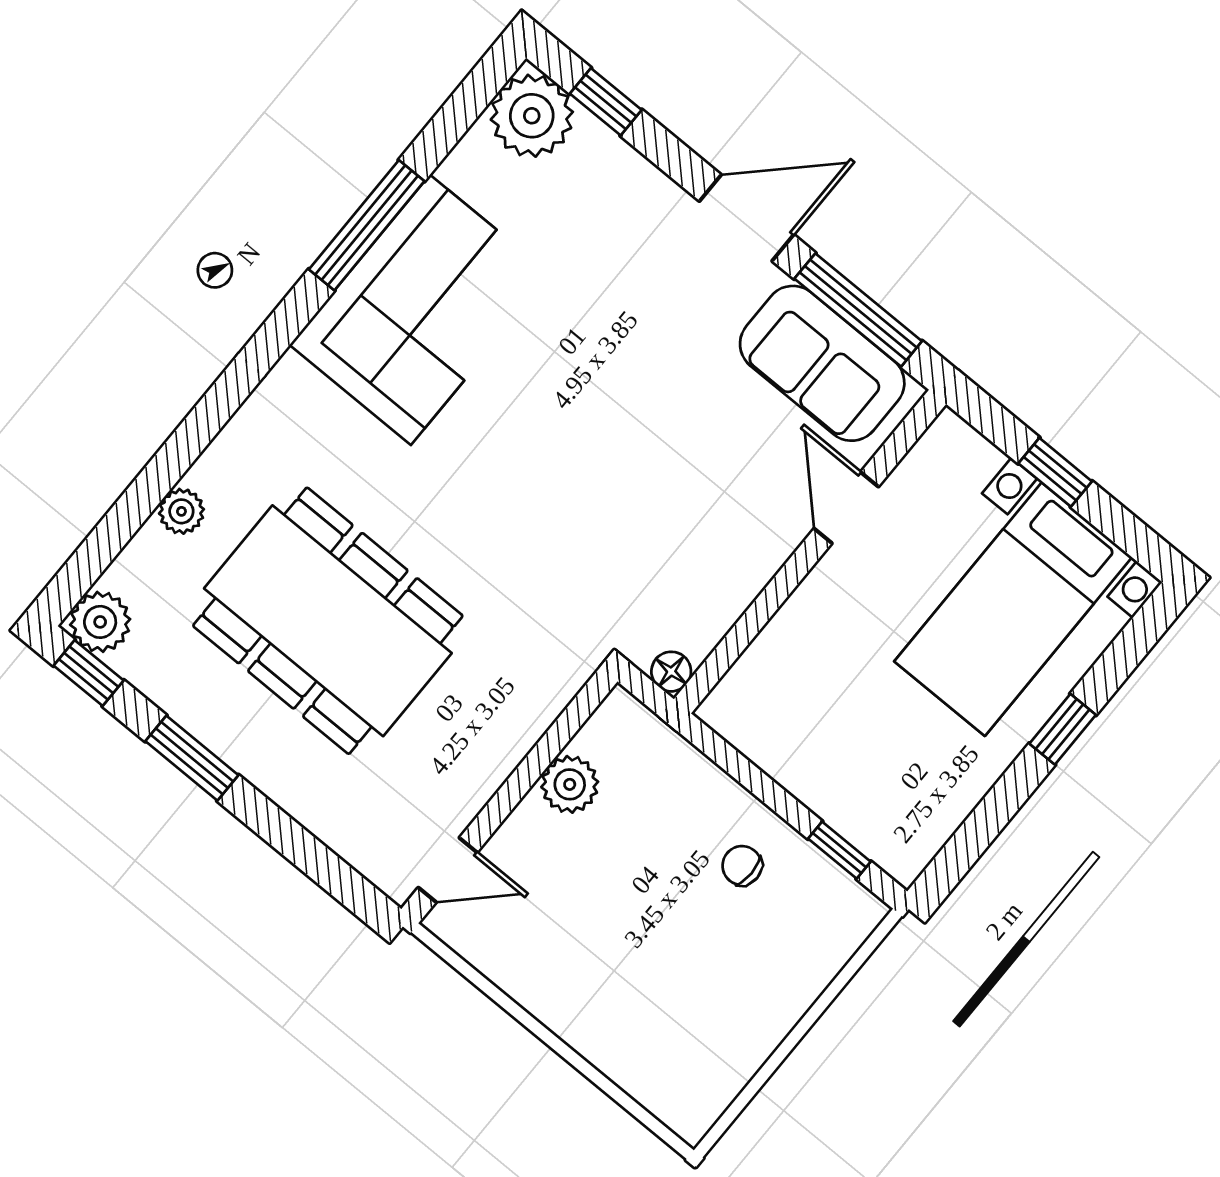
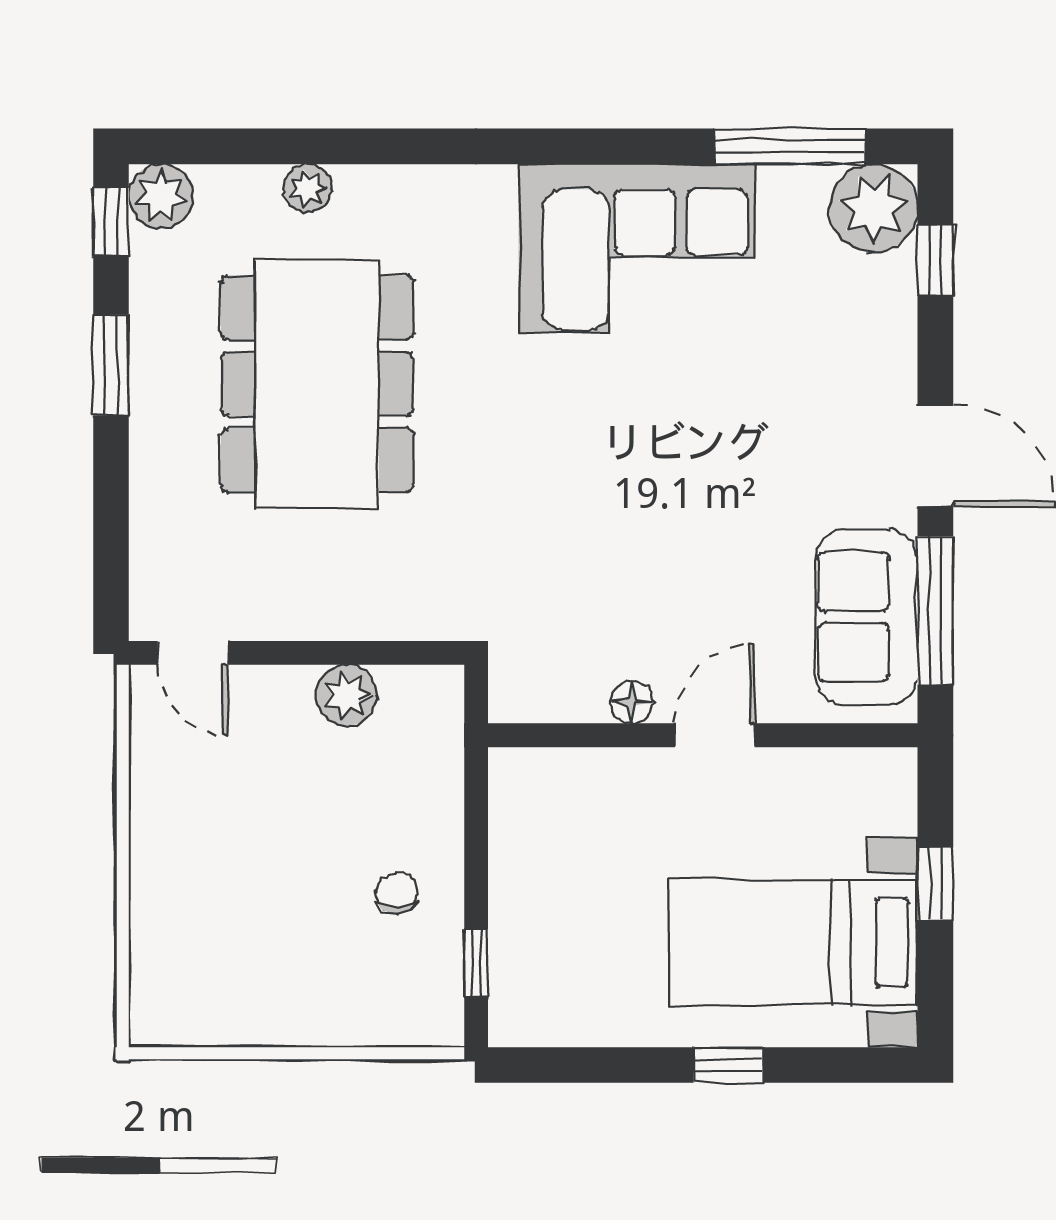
window: (367, 225) -> (790, 146), moved
door: (846, 508) -> (715, 735), moved
floor lamp: (671, 672) -> (632, 702), moved

